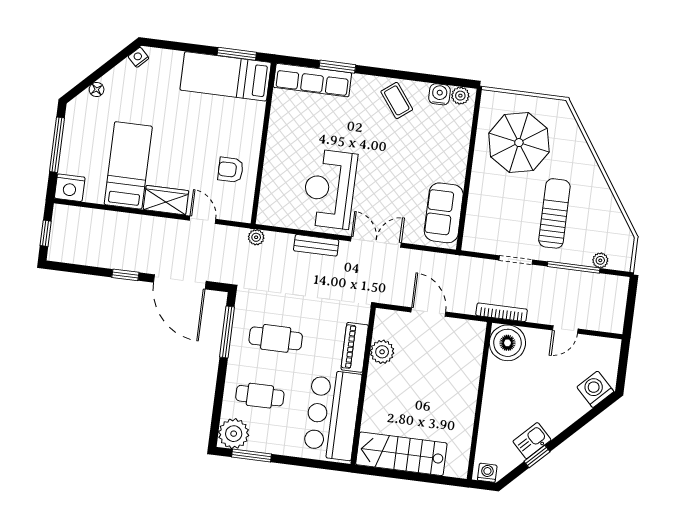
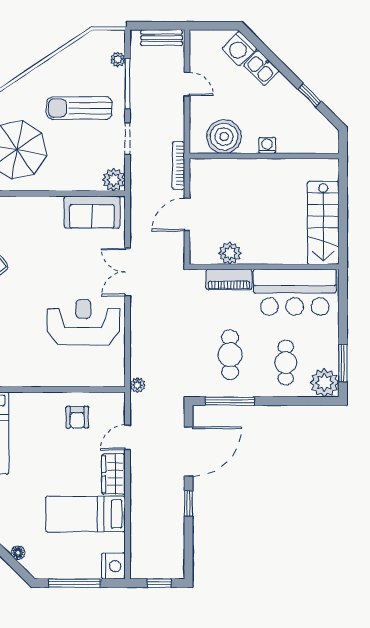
reception desk: (329, 189) -> (83, 322), turned 180
plant: (475, 240) -> (114, 180), added
bench: (316, 245) -> (162, 38), moved, turned 90
bookcase: (502, 312) -> (178, 166), moved
boiler: (507, 343) -> (224, 137), moved
kitchen sink: (532, 441) -> (261, 68), moved
washing machine: (487, 473) -> (267, 145), moved, turned 90

